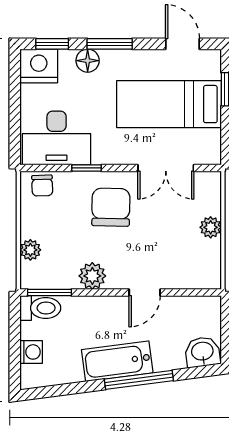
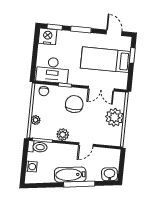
floor lamp: (88, 61) -> (70, 36), removed
plant: (211, 227) -> (115, 117), width x1.88, depth x1.88

